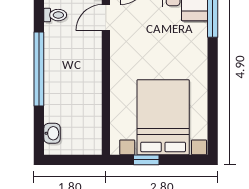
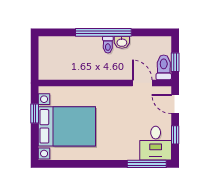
toilet: (55, 15) -> (108, 45), moved
washbasin: (52, 133) -> (122, 42), moved

